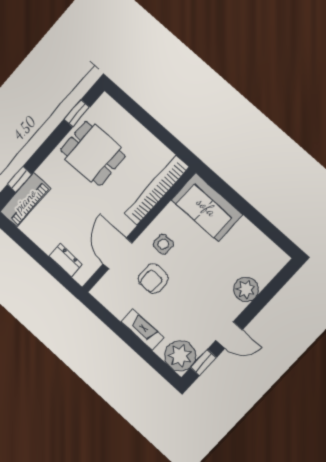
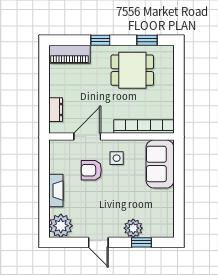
dining table: (93, 153) -> (132, 70), turned 90
window: (19, 179) -> (100, 40), moved
window: (204, 362) -> (141, 242), moved

